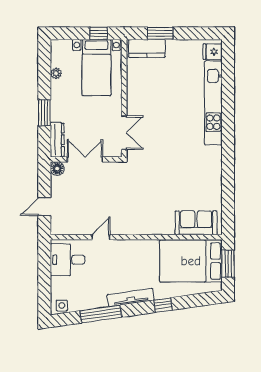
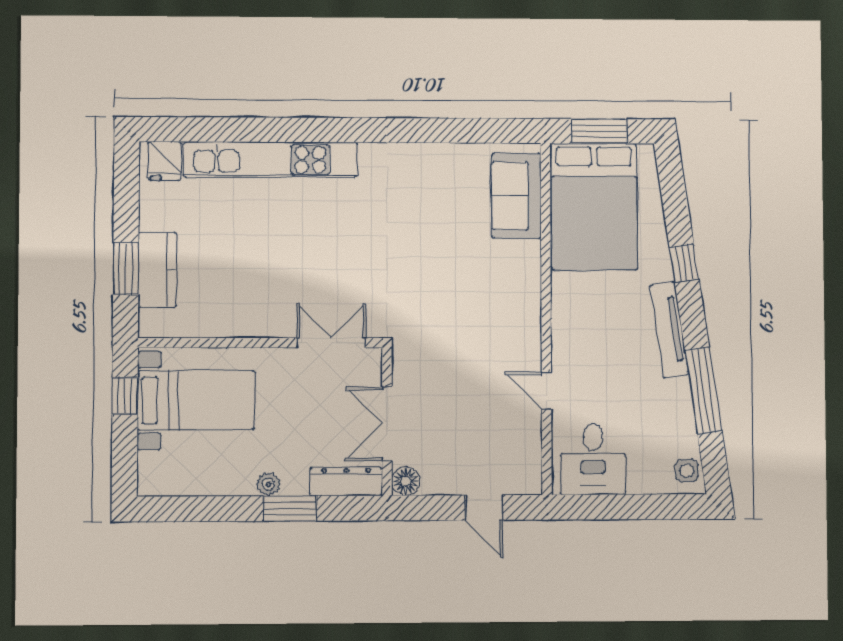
kitchen counter: (147, 48) -> (157, 270), moved
plant: (56, 73) -> (269, 484), moved

